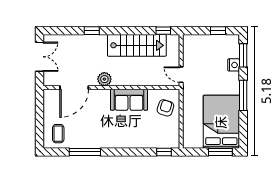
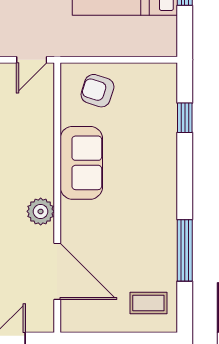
window: (164, 152) -> (185, 118), moved

